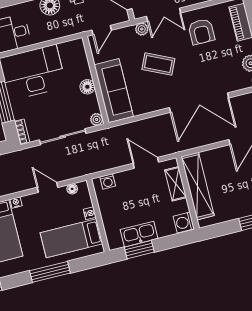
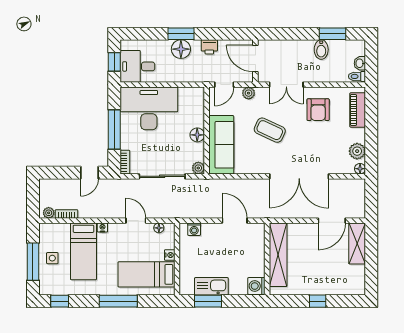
plant: (142, 29) -> (249, 93), moved
shelving: (176, 184) -> (258, 247), removed

